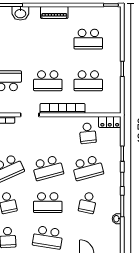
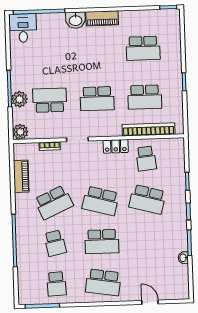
washbasin: (20, 13) -> (75, 20), moved
bookcase: (63, 108) -> (149, 129), moved
locker: (110, 122) -> (116, 146), moved
school desk: (48, 168) -> (101, 201), turned 30
school desk: (88, 168) -> (147, 199), turned 30
school desk: (88, 203) -> (149, 240), removed

